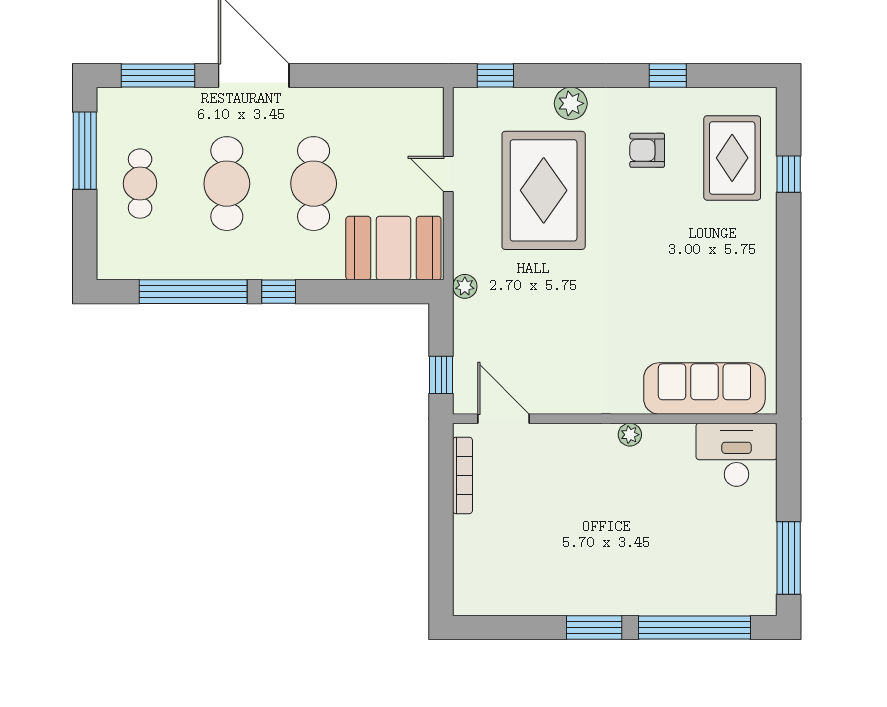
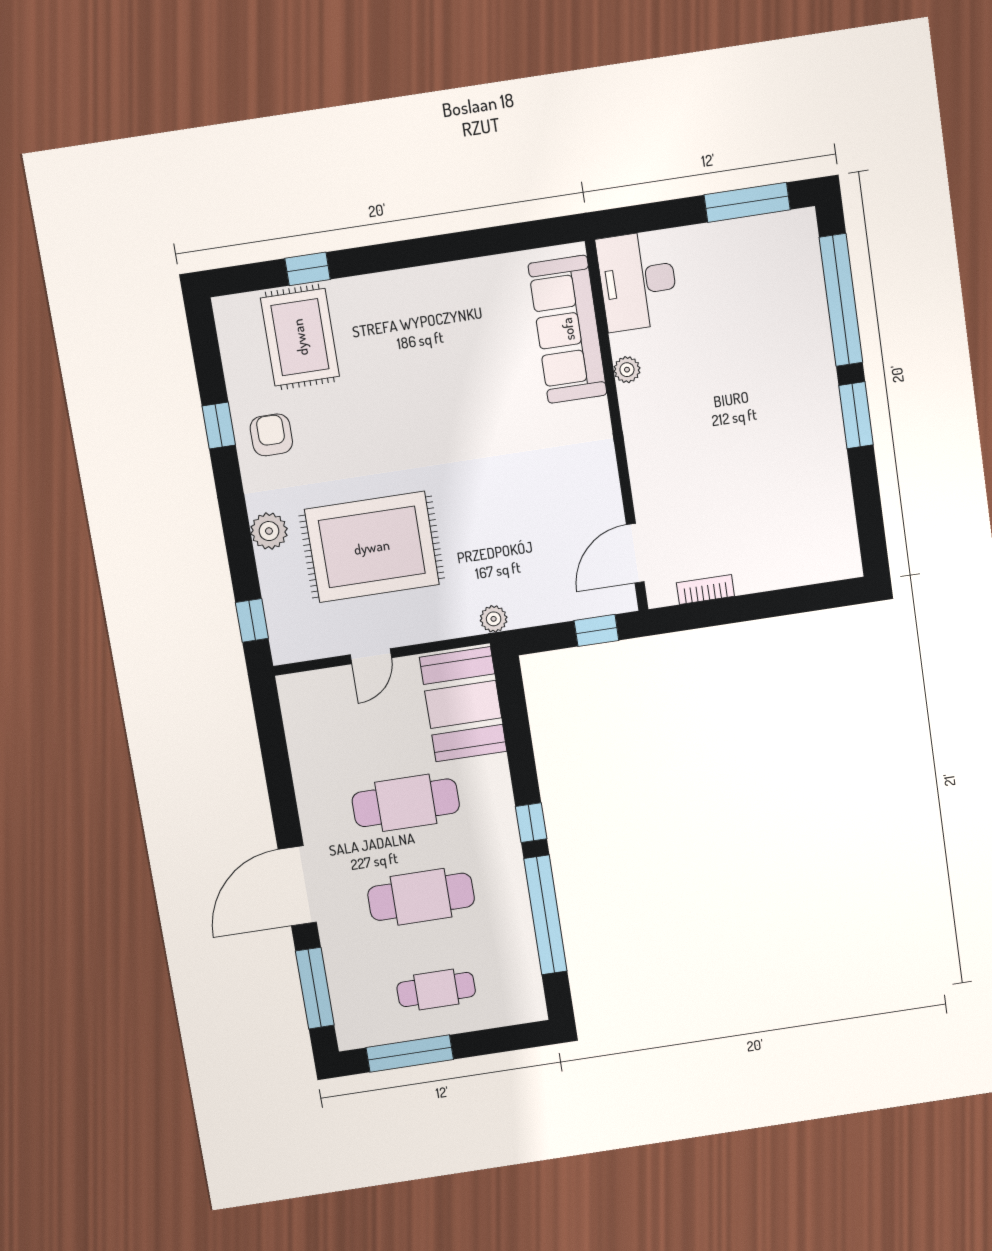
armchair: (647, 150) -> (271, 435), moved, turned 180
rug: (732, 158) -> (300, 337), turned 90
plant: (630, 435) -> (627, 370), moved
bookcase: (463, 475) -> (705, 589), width x0.64

